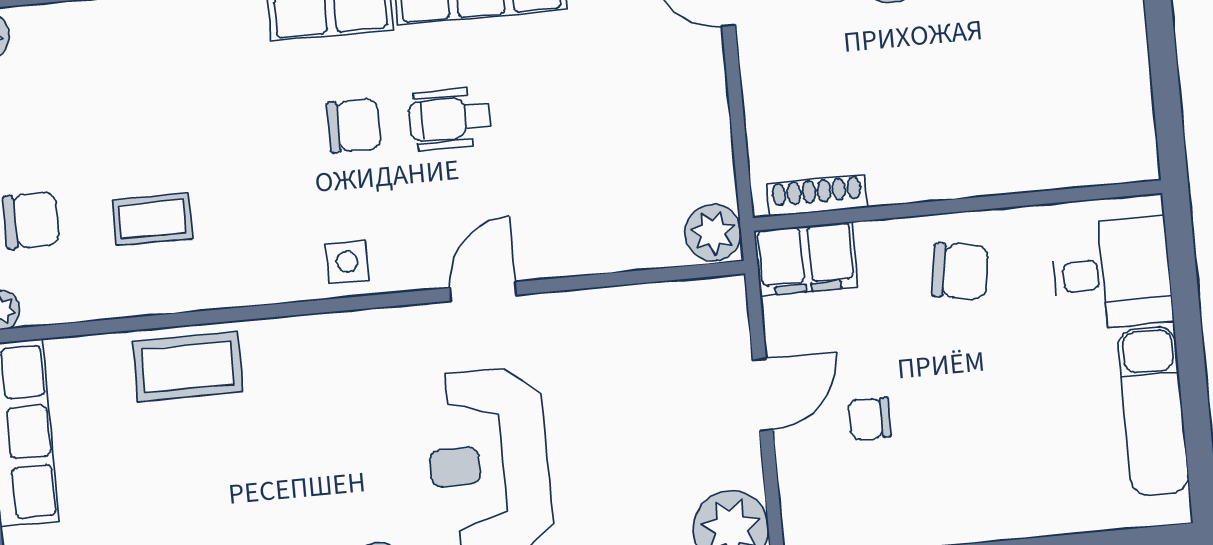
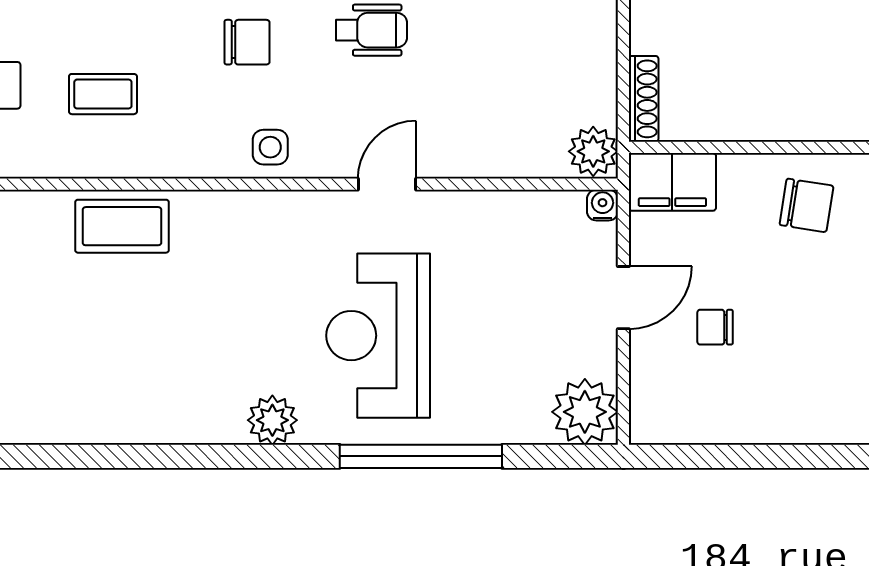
wheelchair: (449, 119) -> (371, 30), turned 180
chair: (354, 126) -> (247, 42), moved
shoe rack: (817, 195) -> (644, 99), moved, turned 90
water cooler: (729, 292) -> (603, 205), added

